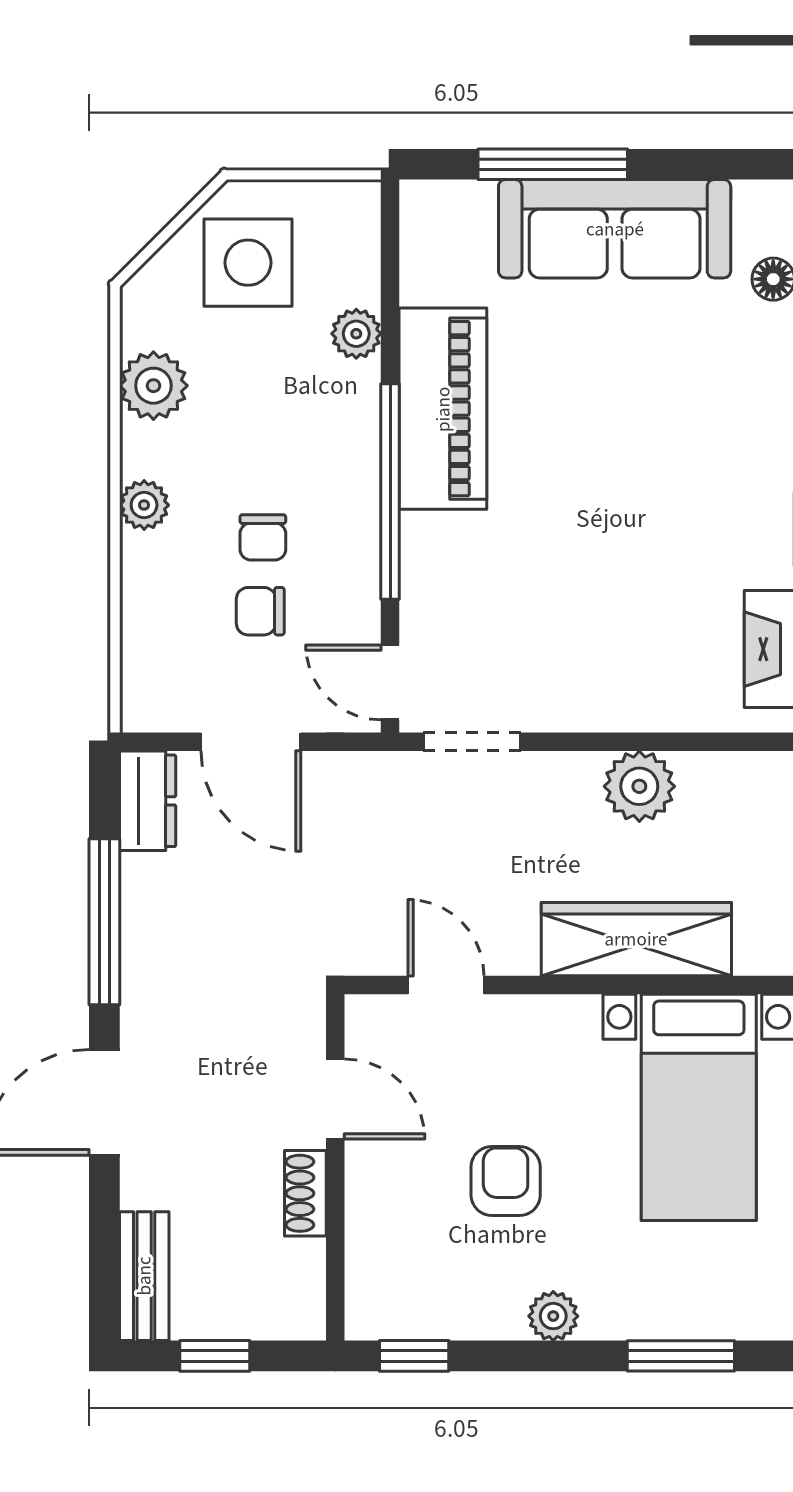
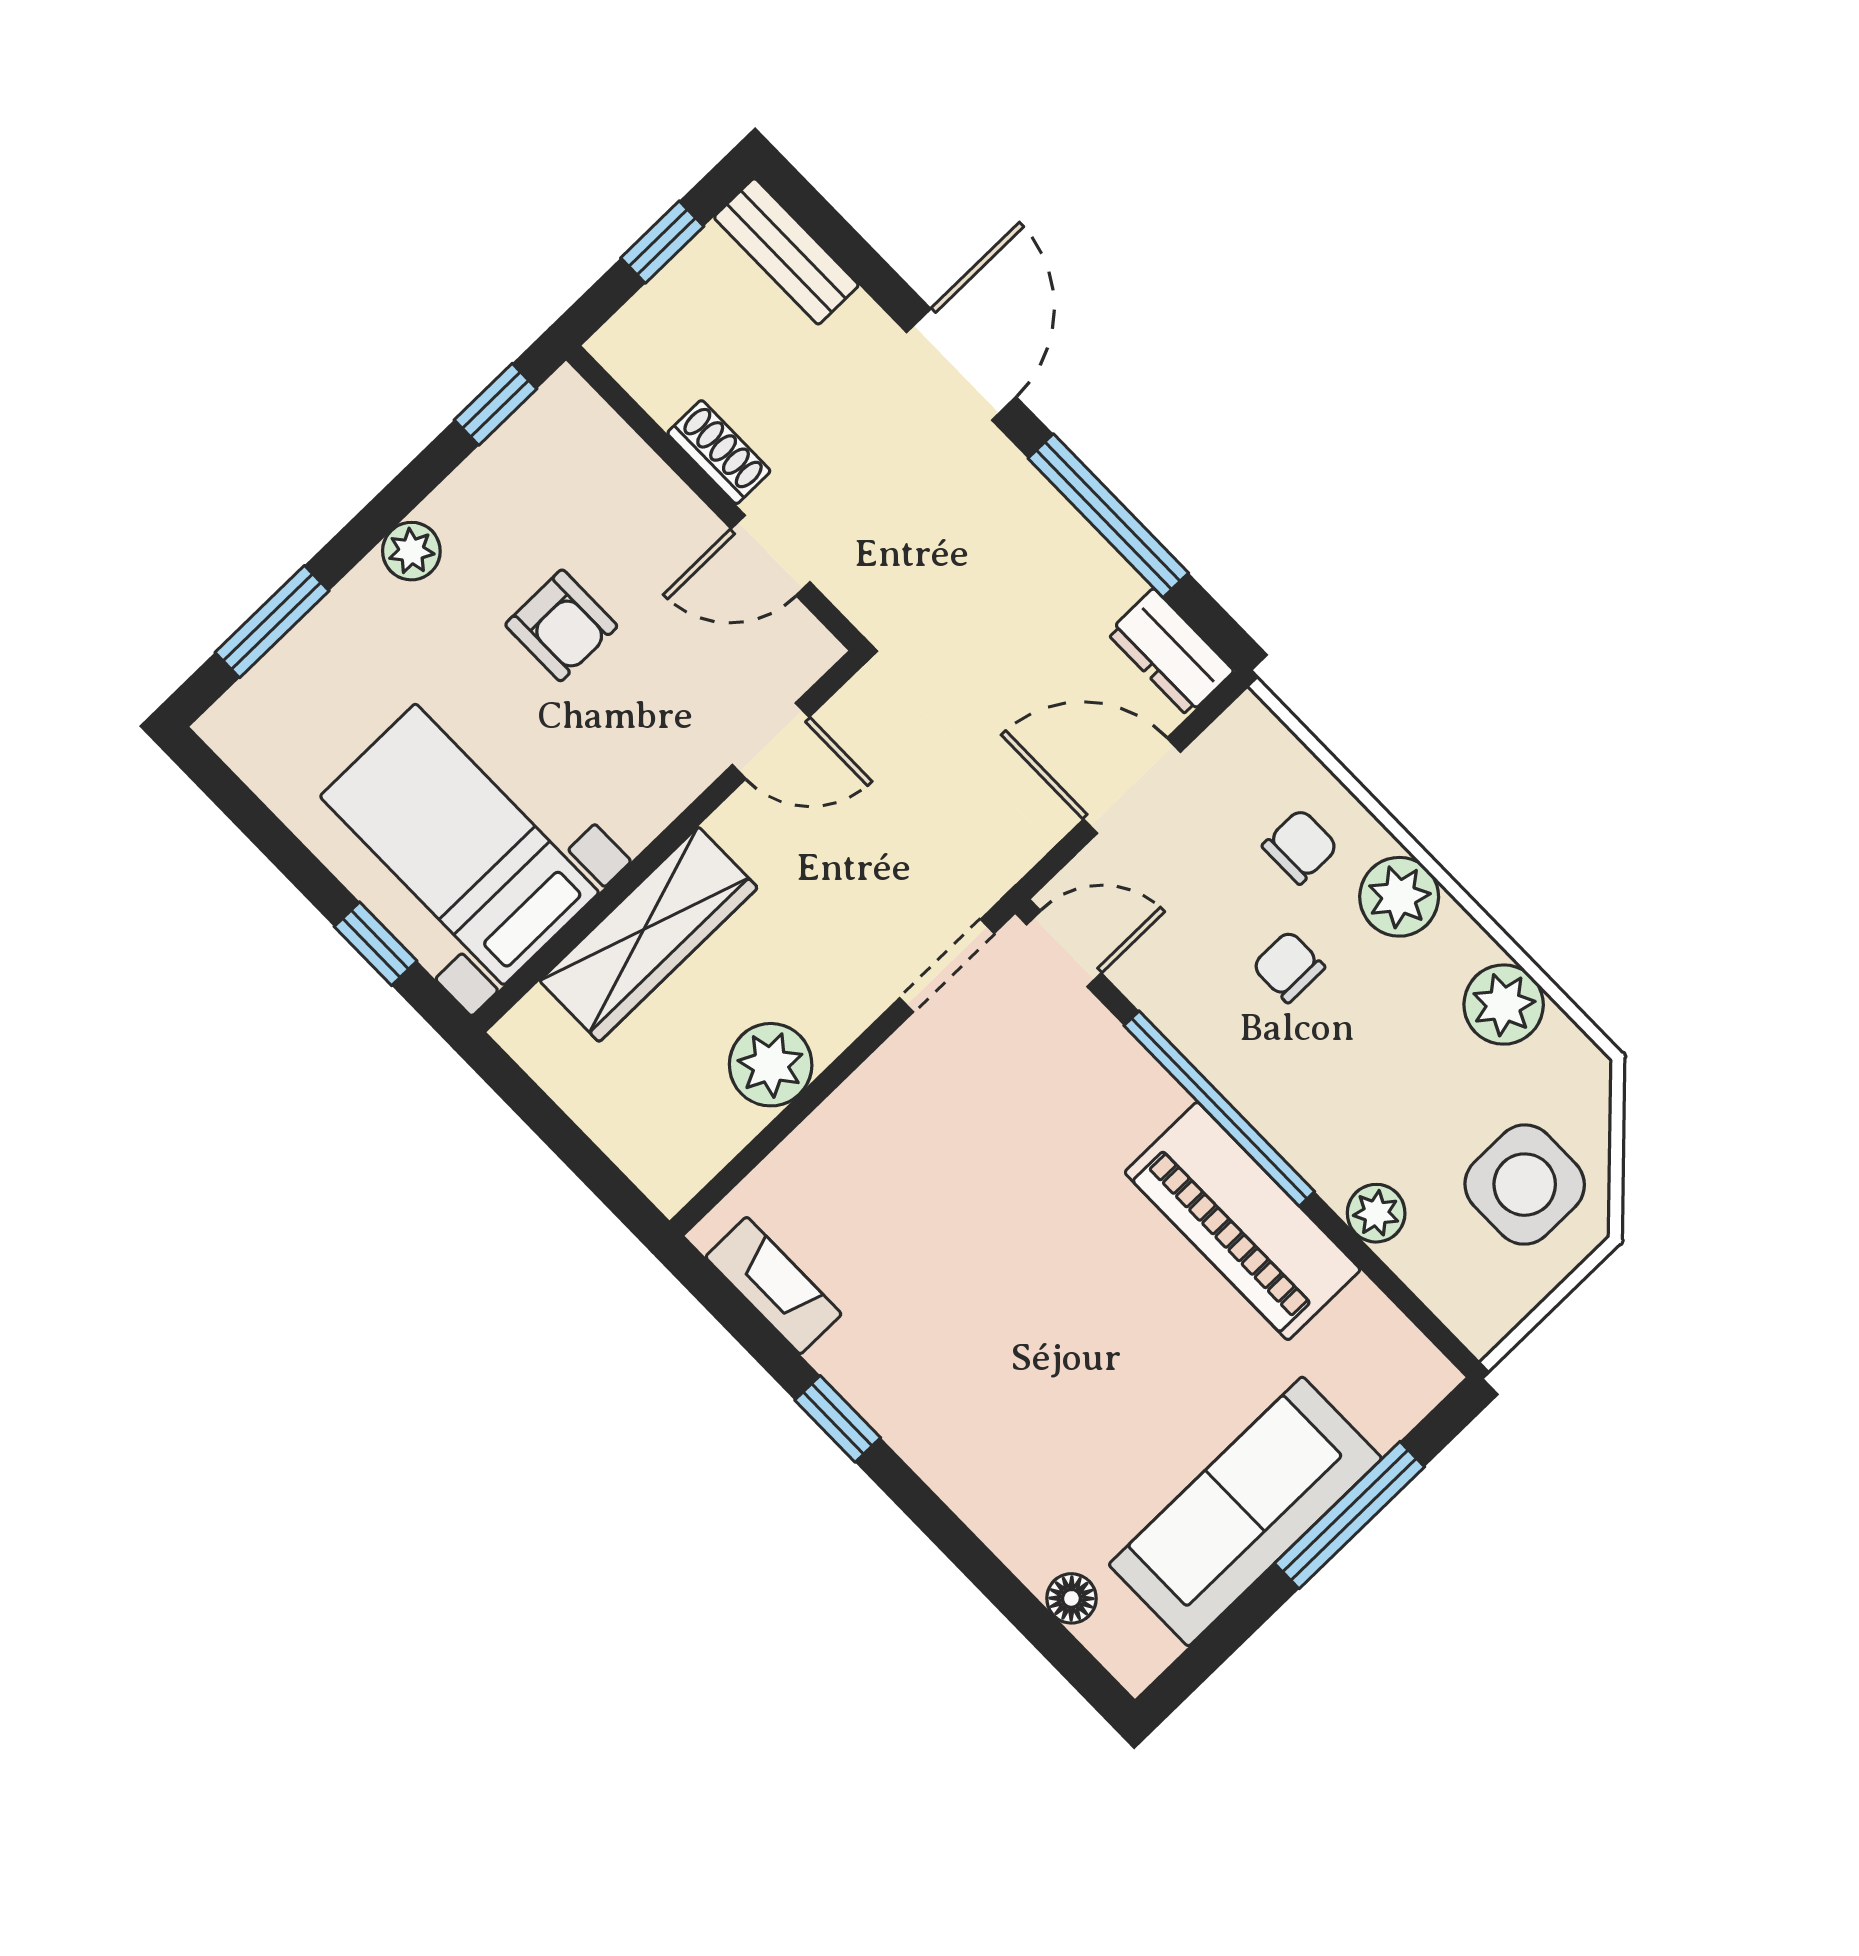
plant: (144, 505) -> (1399, 897), width x1.38, depth x1.38
chair: (260, 611) -> (1300, 846), moved

